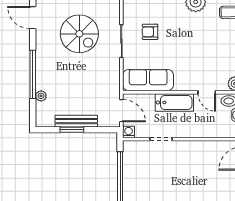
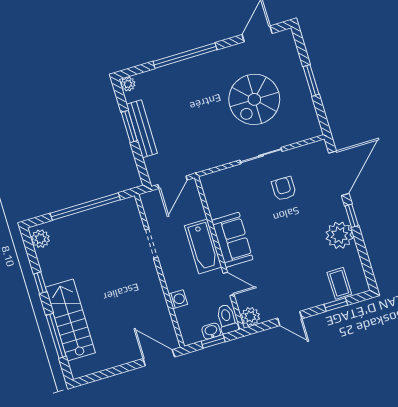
sofa: (148, 80) -> (232, 240), moved, width x0.73
door: (207, 92) -> (229, 284), swing flipped
plant: (41, 96) -> (128, 84), moved
washing machine: (129, 132) -> (178, 299), moved

